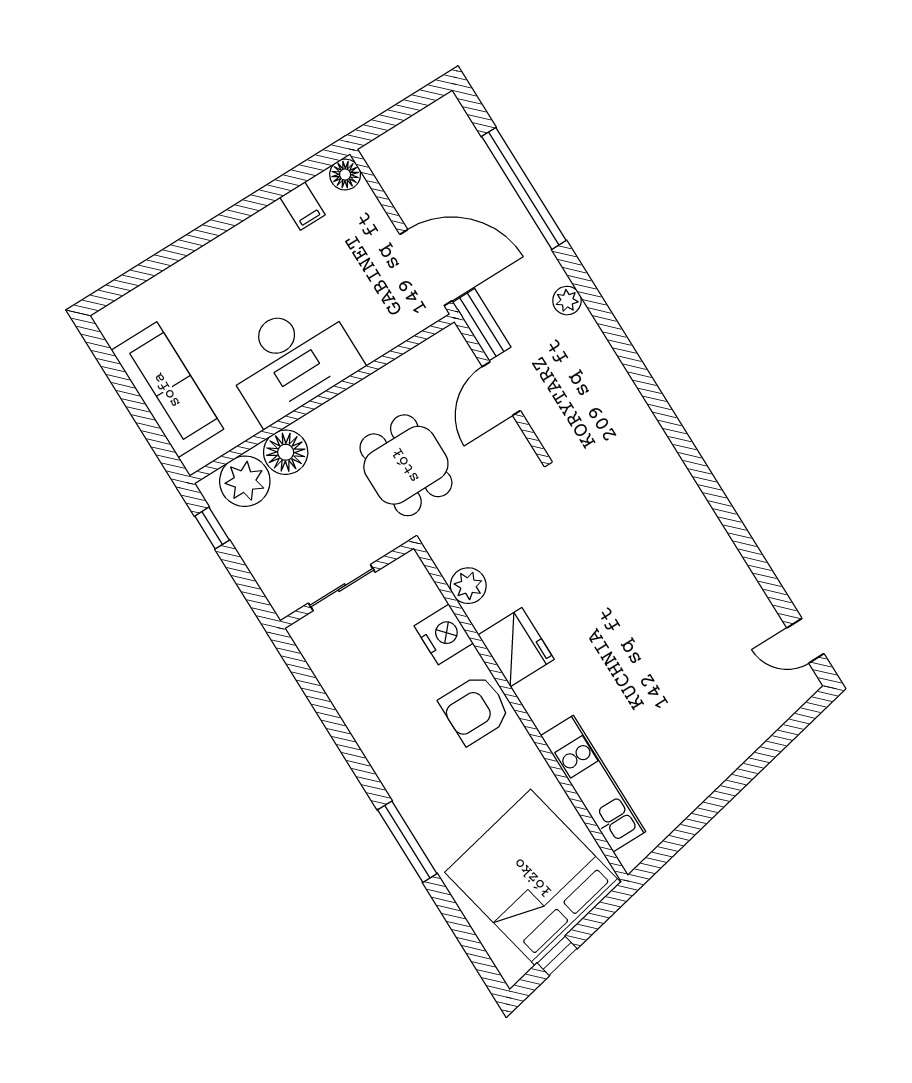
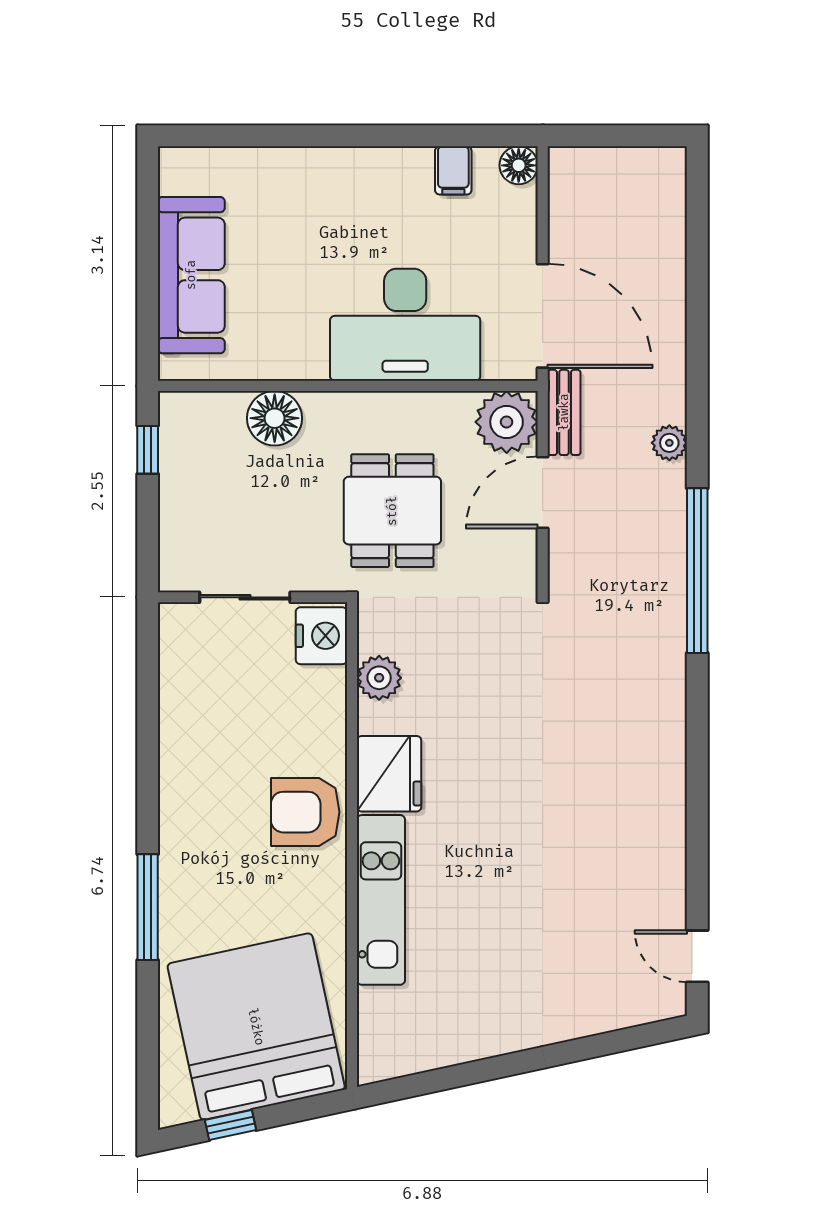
window: (524, 188) -> (697, 571), moved
desk: (291, 360) -> (405, 325), moved
plant: (245, 481) -> (507, 422), moved
nightstand: (444, 634) -> (321, 636), moved
kitchen unit: (593, 784) -> (381, 900), moved

